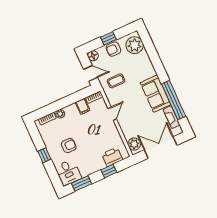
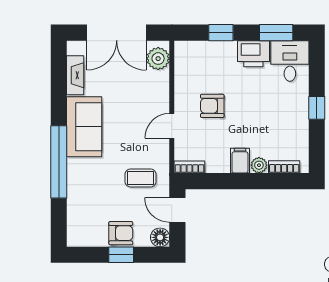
plant: (135, 45) -> (82, 224), removed
window: (174, 100) -> (59, 162), moved
filing cabinet: (83, 106) -> (240, 161), moved
armchair: (69, 146) -> (212, 106), moved
printer: (112, 157) -> (253, 54), moved

